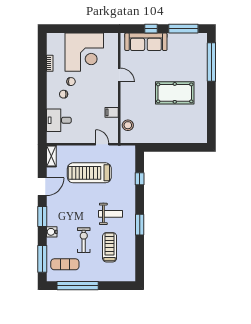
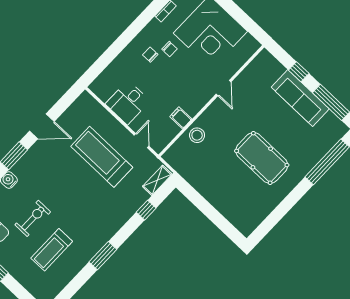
sofa: (146, 42) -> (300, 98), moved
desk: (59, 120) -> (128, 102), moved, turned -90
stool: (128, 125) -> (197, 135), moved
shelving: (51, 156) -> (157, 180), moved
weight bench: (110, 214) -> (84, 217), removed
treadmill: (110, 247) -> (52, 250), turned 180

